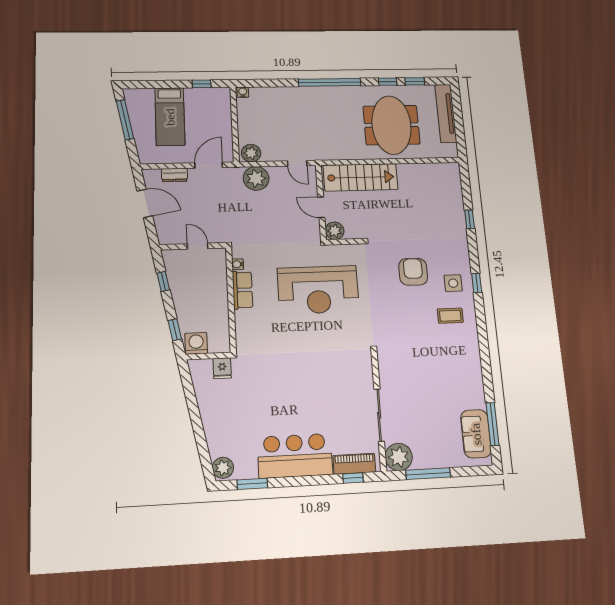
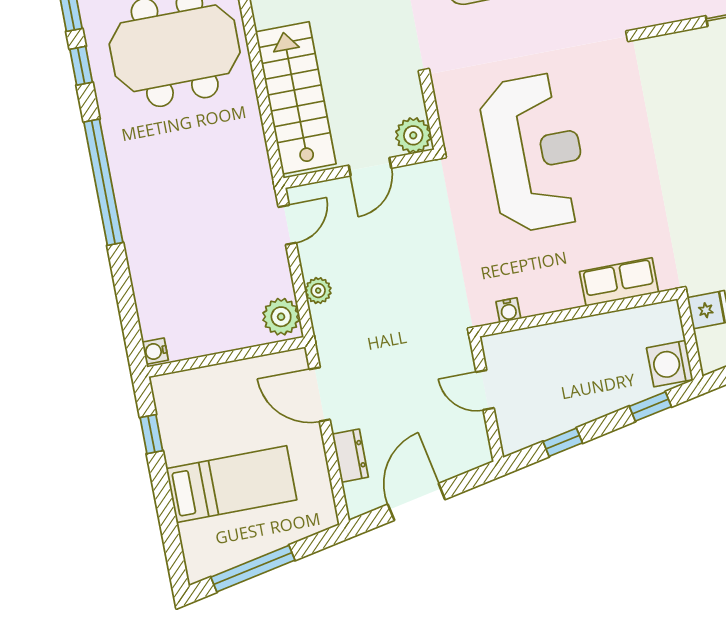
plant: (256, 178) -> (318, 291), width x0.53, depth x0.53
door: (198, 246) -> (485, 390), hinge flipped
row of seats: (243, 290) -> (619, 282), moved

